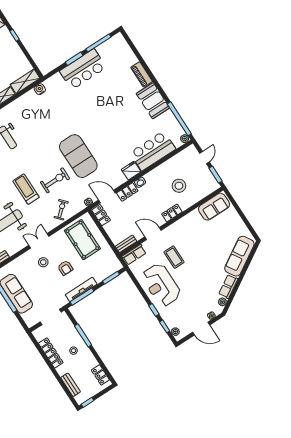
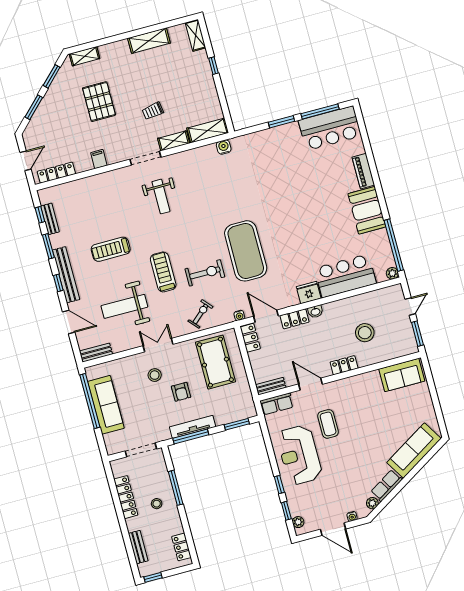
bar counter: (83, 69) -> (330, 128), moved

